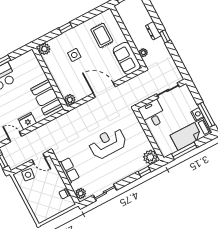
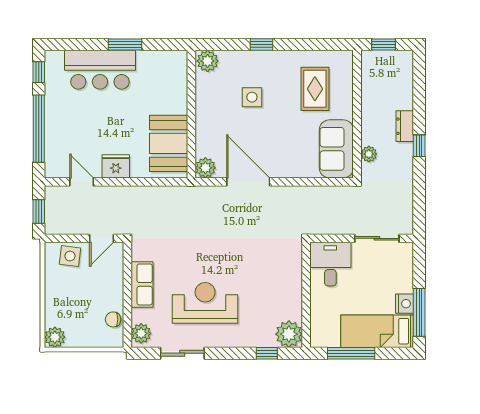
door: (104, 90) -> (248, 182), moved
reception desk: (108, 143) -> (205, 303), moved
door: (38, 159) -> (101, 238), hinge flipped
plant: (41, 217) -> (55, 337), added

